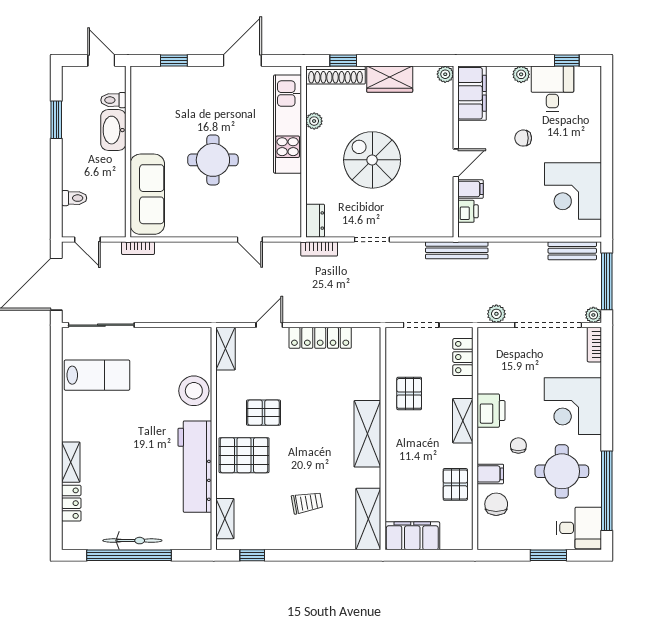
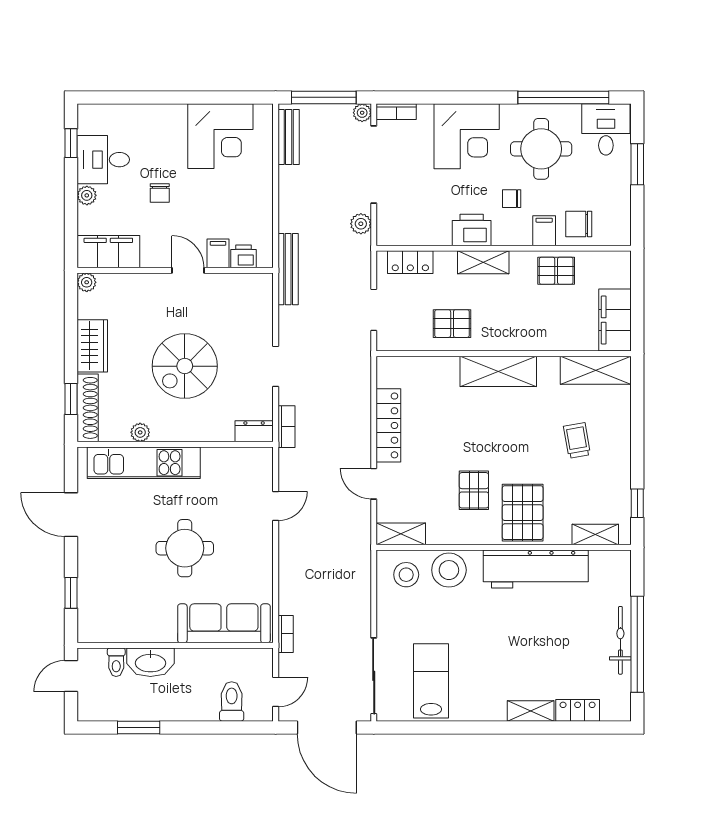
toilet: (74, 198) -> (232, 701), width x1.37, depth x1.39
stool: (190, 353) -> (406, 575), added

